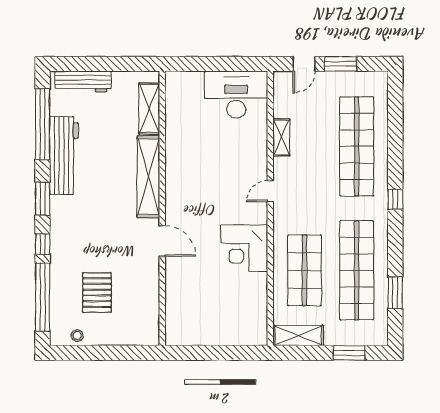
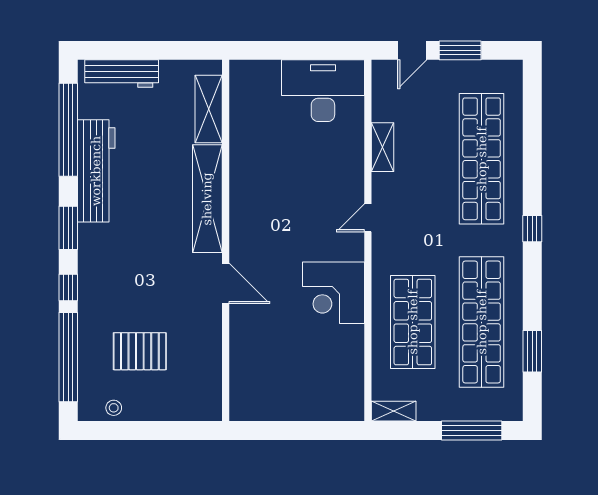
pallet: (97, 293) -> (140, 351), turned 90
shelving: (298, 336) -> (394, 411), width x0.67, depth x0.75
window: (349, 353) -> (472, 430), width x1.44

